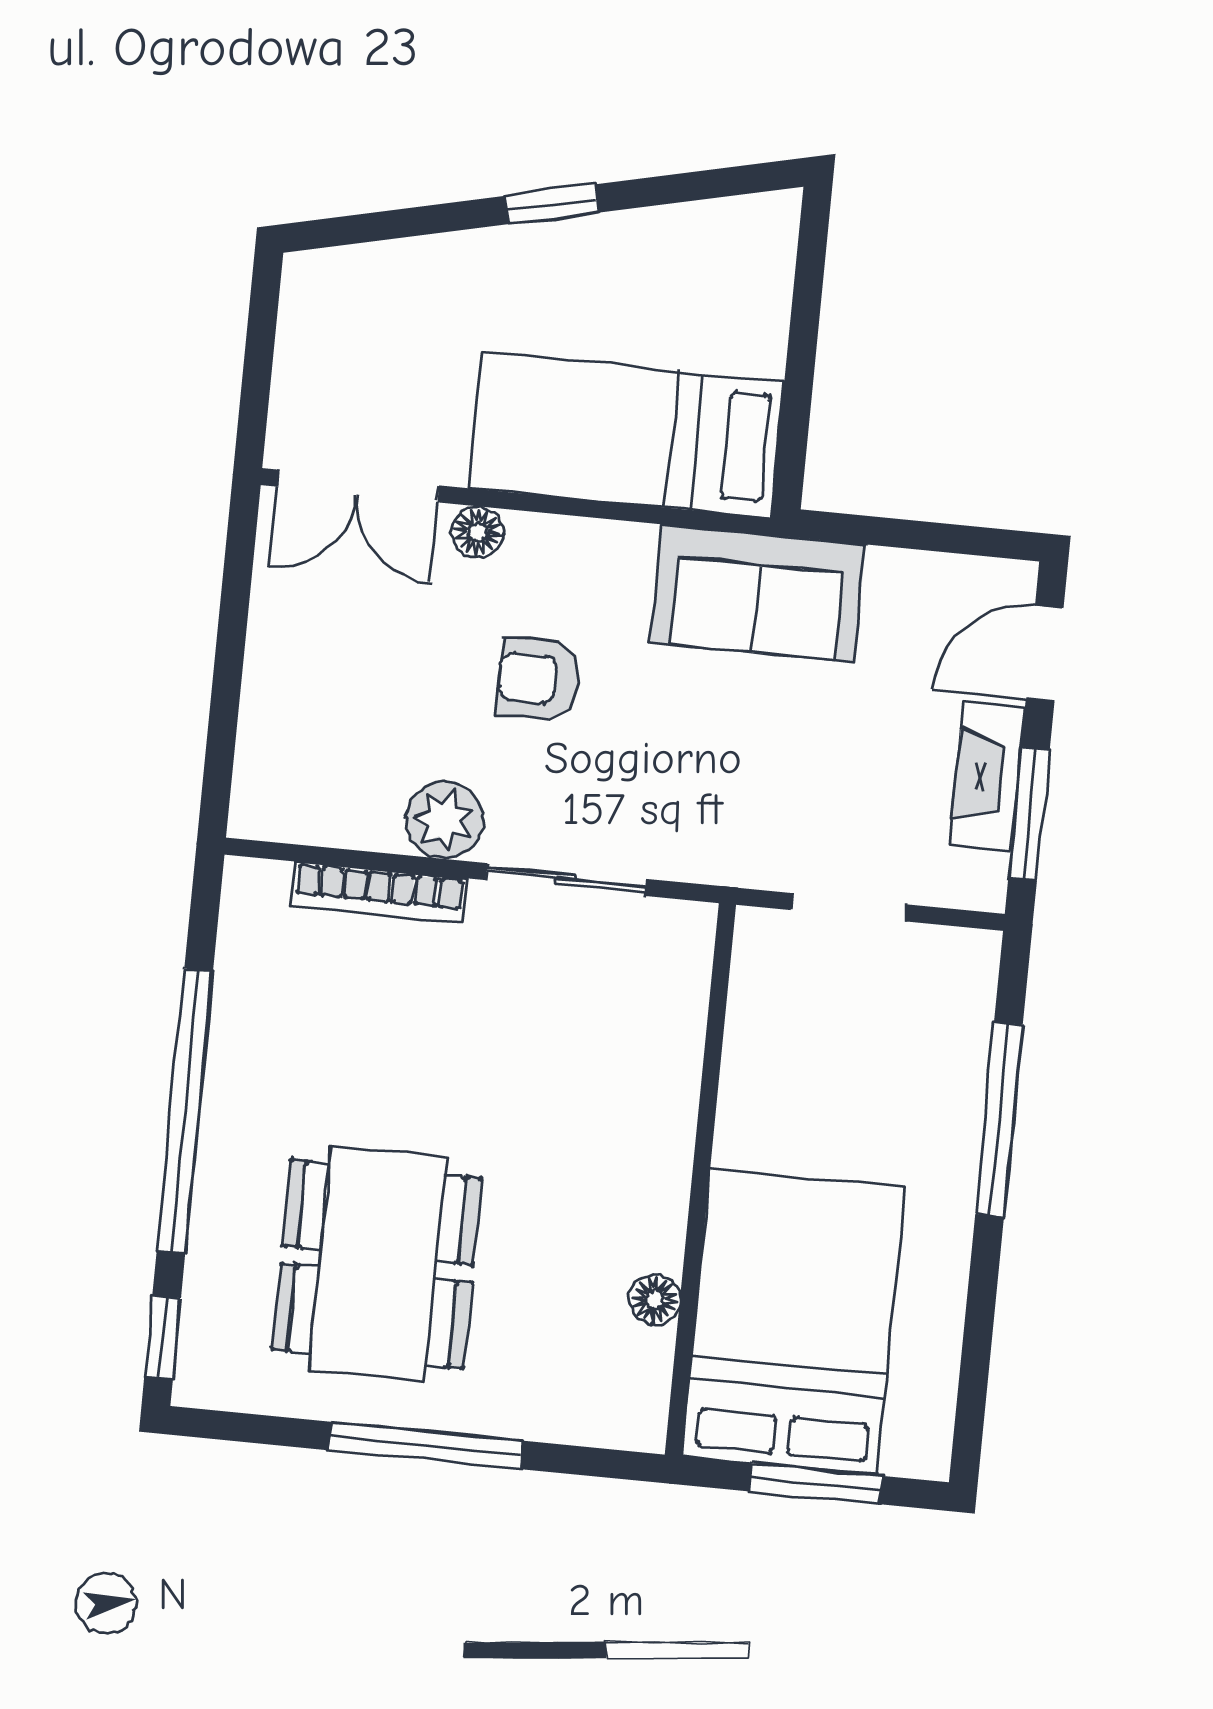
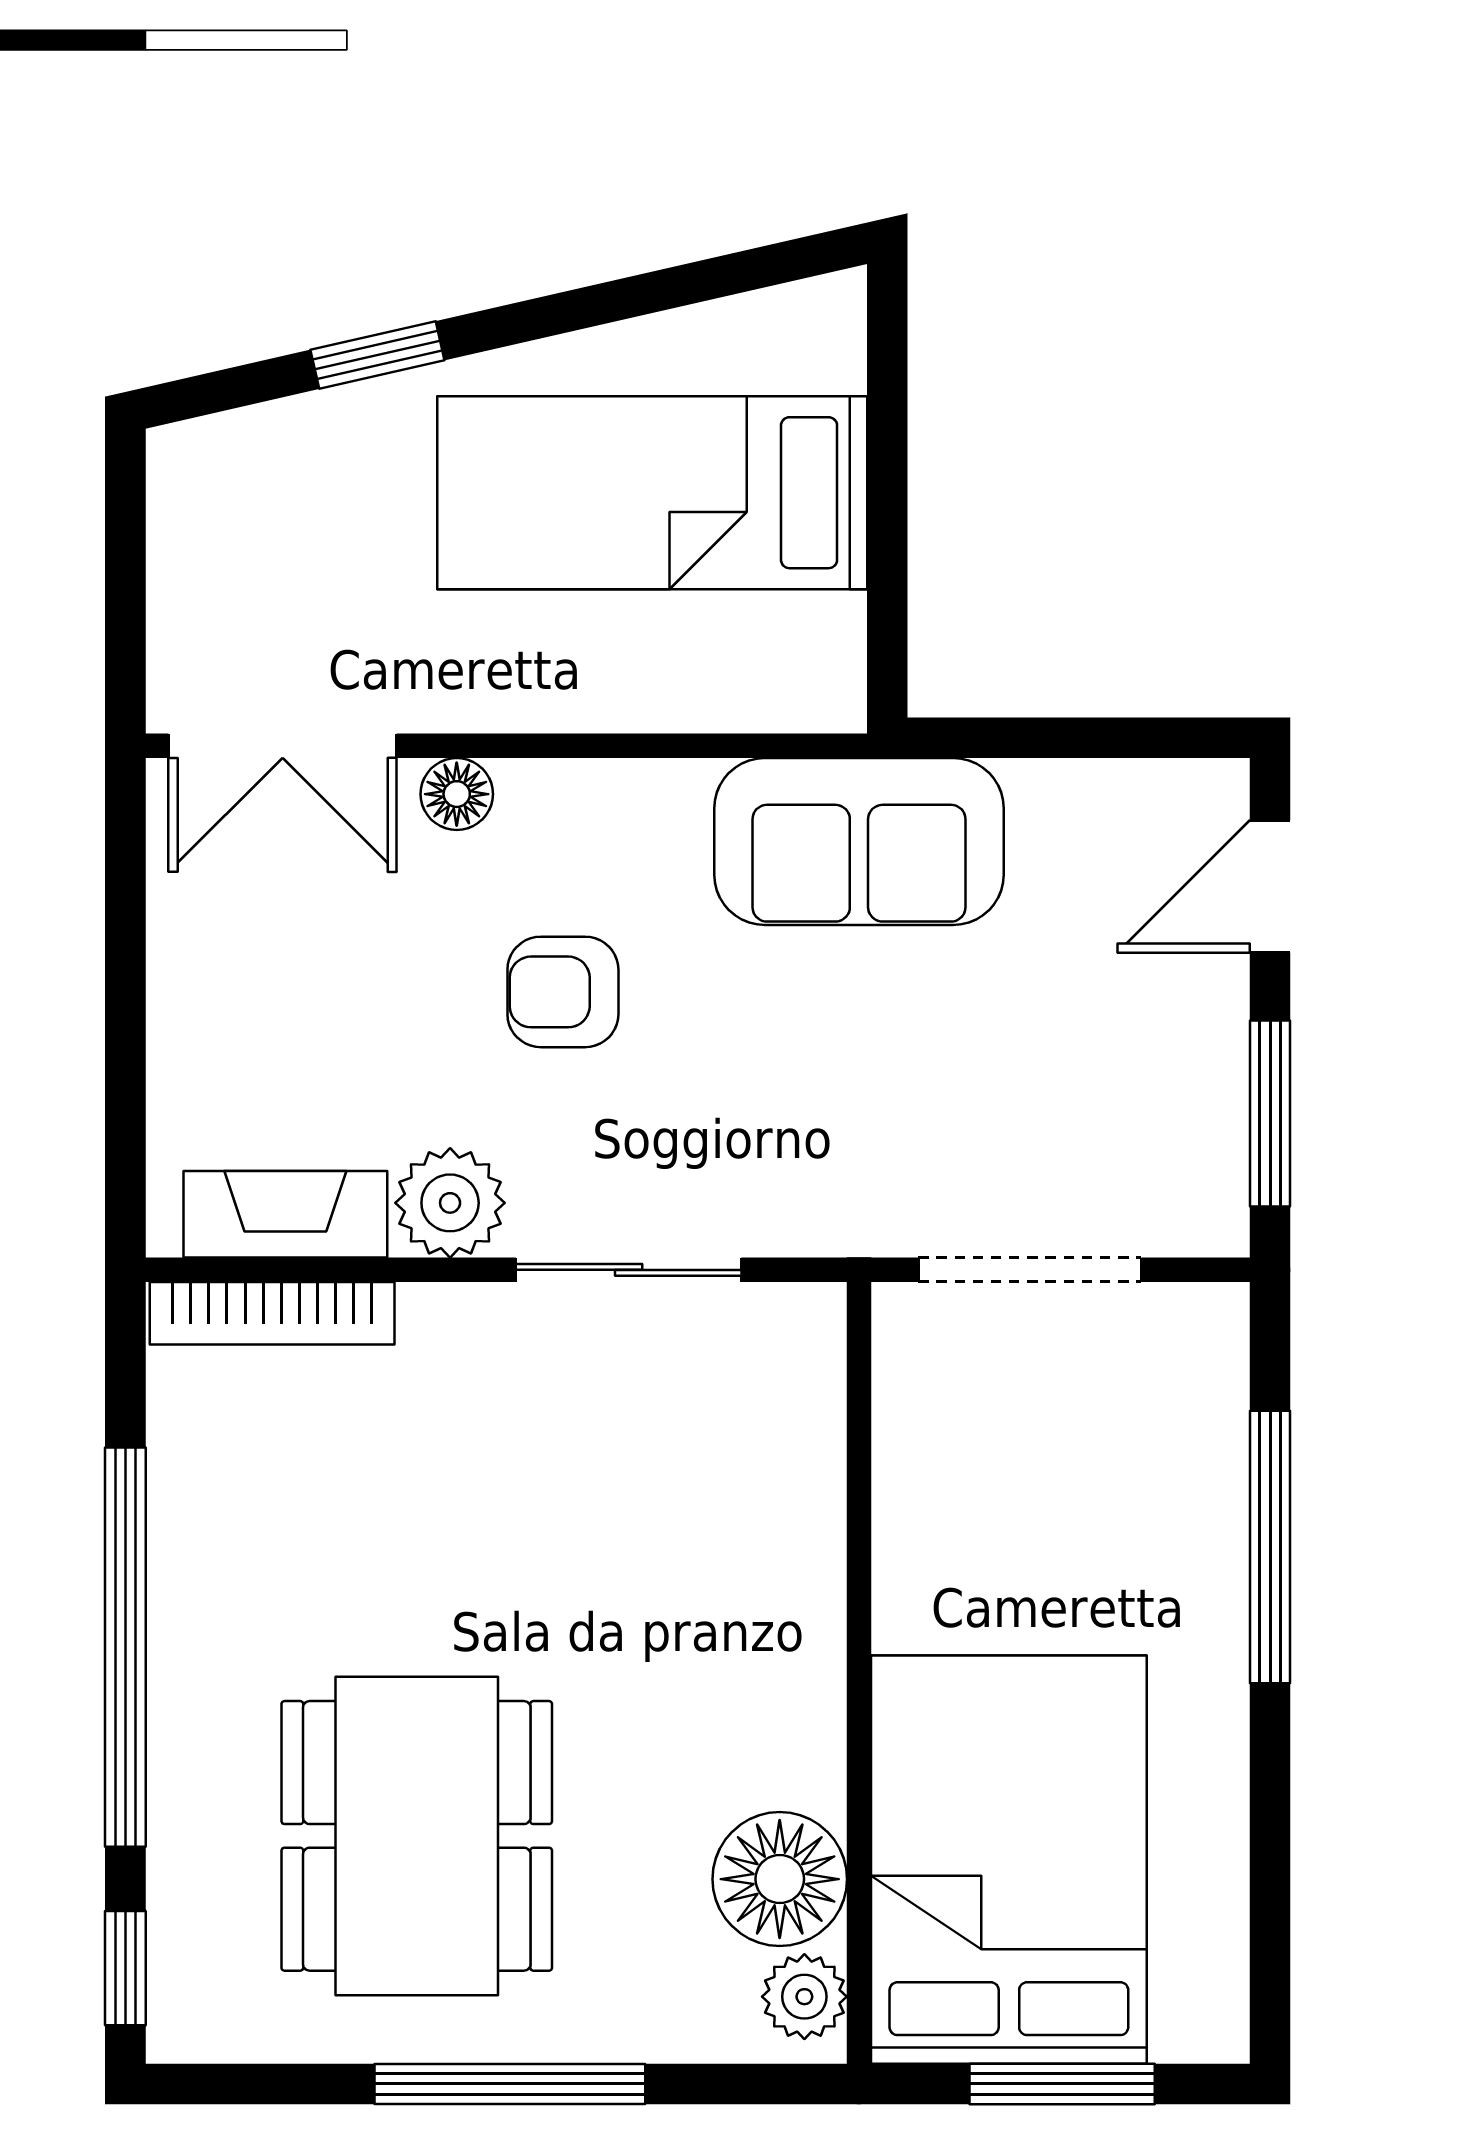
window: (552, 204) -> (377, 355), moved
bed: (626, 435) -> (652, 493), moved
fireplace: (987, 777) -> (285, 1214), moved, turned 90
bookcase: (379, 892) -> (272, 1313), moved
doorway: (849, 907) -> (1030, 1270), width x1.38
floor lamp: (655, 1299) -> (780, 1879), width x1.89, depth x1.89
plant: (640, 1404) -> (804, 1997), added

